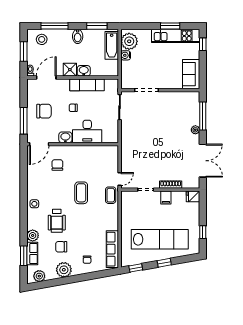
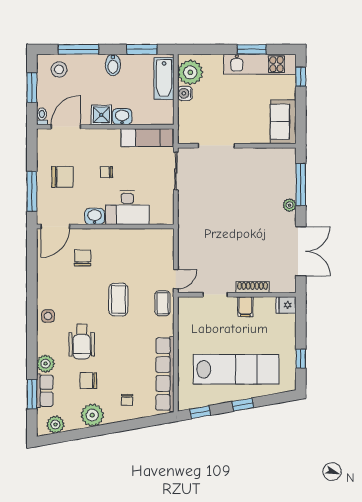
exam couch: (87, 85) -> (147, 138), moved
row of seats: (112, 249) -> (165, 374), width x1.36

